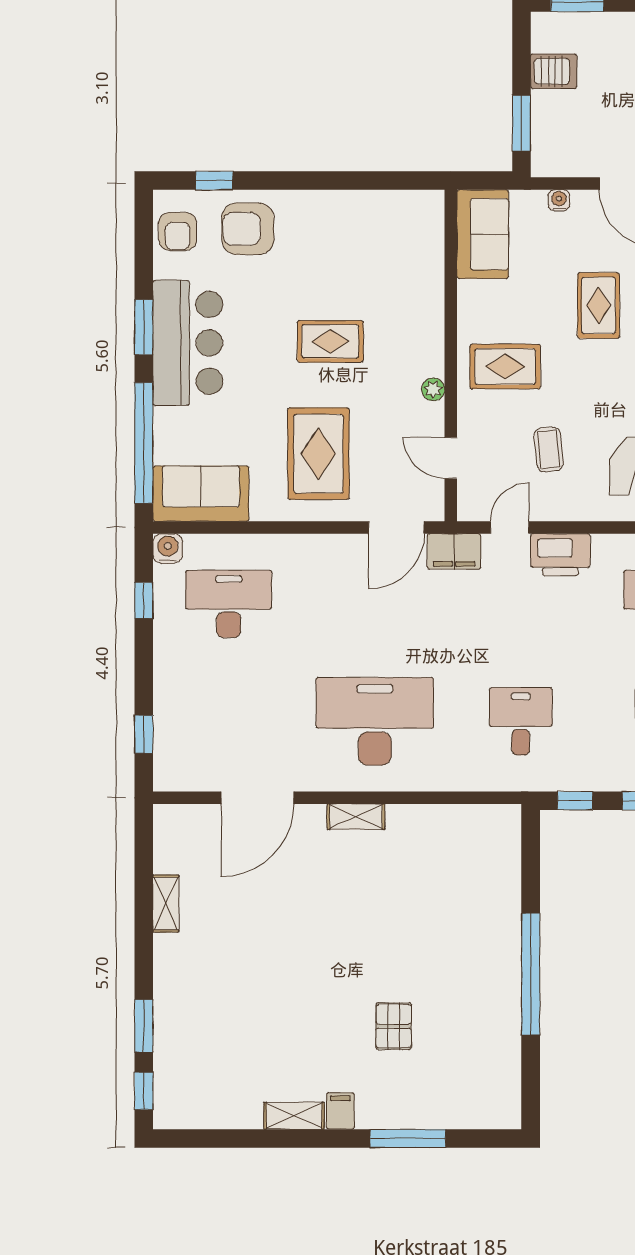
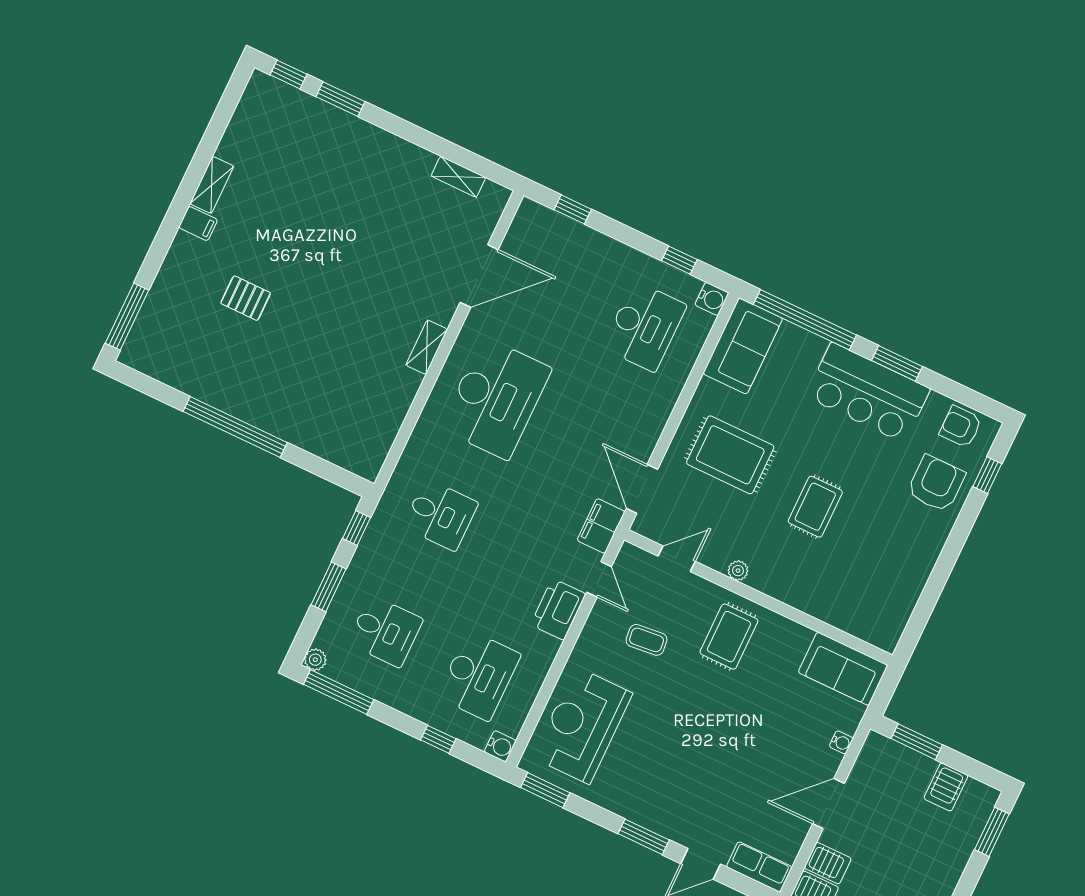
rug: (599, 306) -> (742, 734), removed
door: (257, 798) -> (479, 276), swing flipped
shelving: (166, 904) -> (458, 177), moved
window: (408, 1138) -> (127, 317), moved

